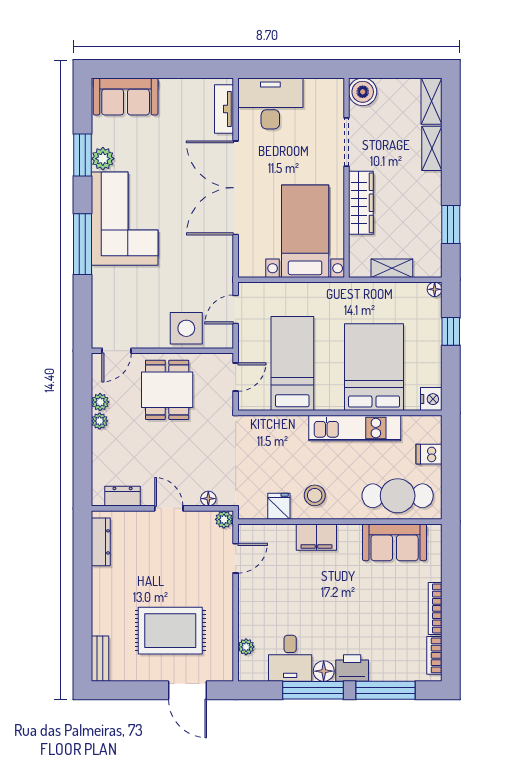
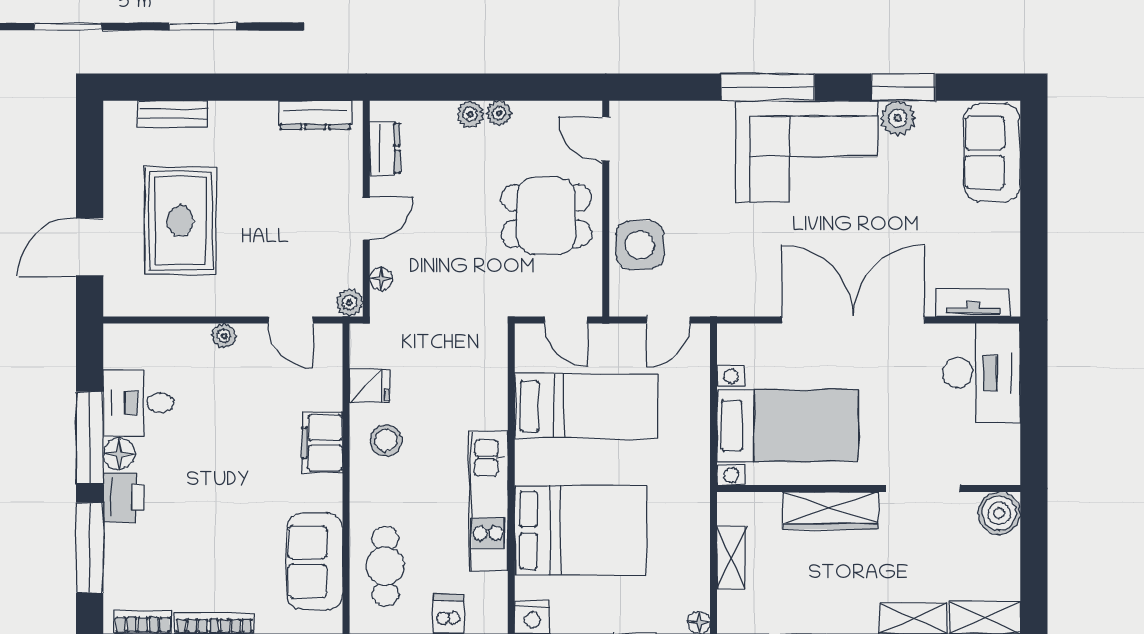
door: (236, 309) -> (668, 320), swing flipped
plant: (100, 402) -> (470, 114), moved
cafe table: (398, 496) -> (385, 566), width x0.73, depth x0.74
plant: (246, 647) -> (224, 336), moved
bench: (100, 659) -> (173, 114), moved

